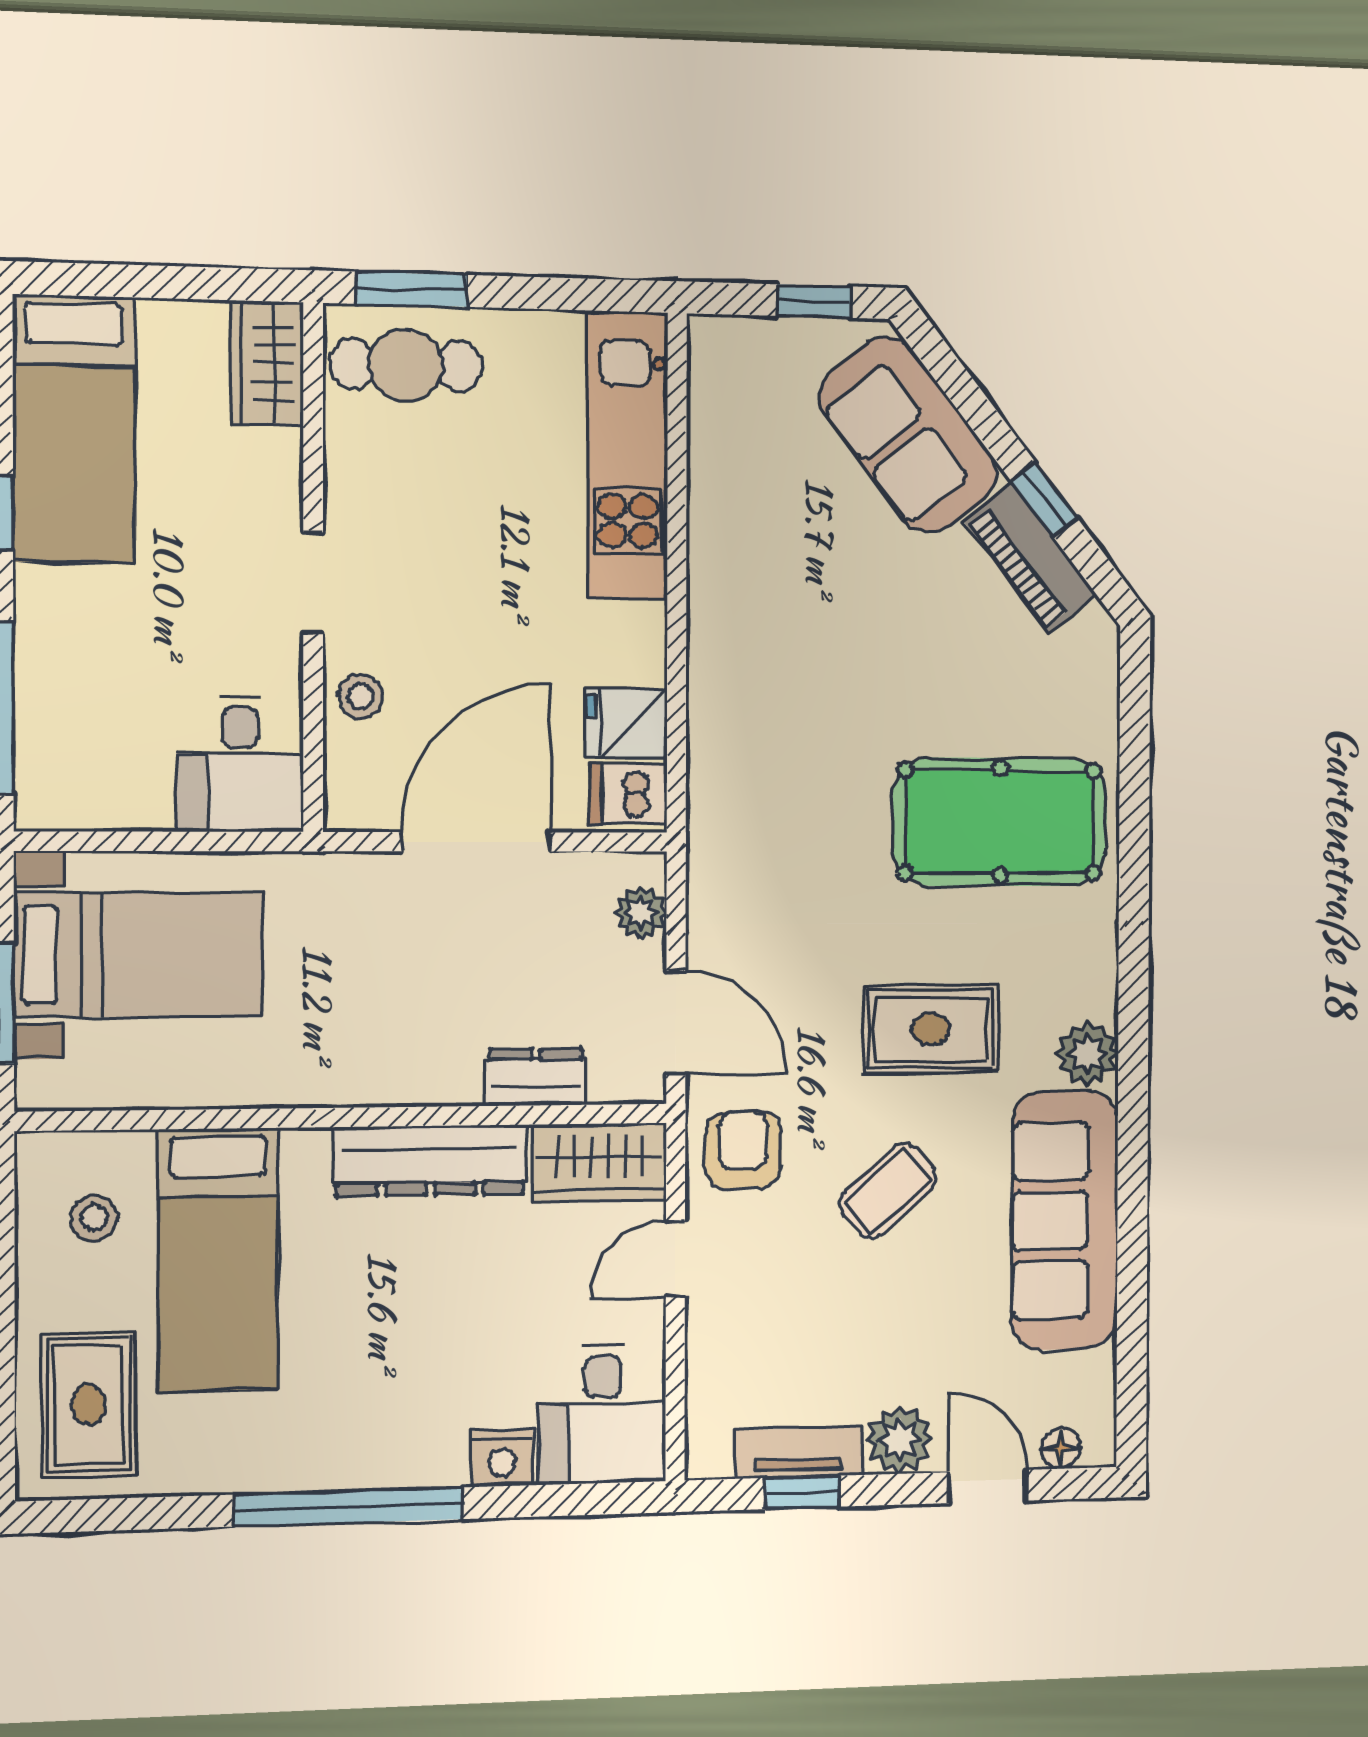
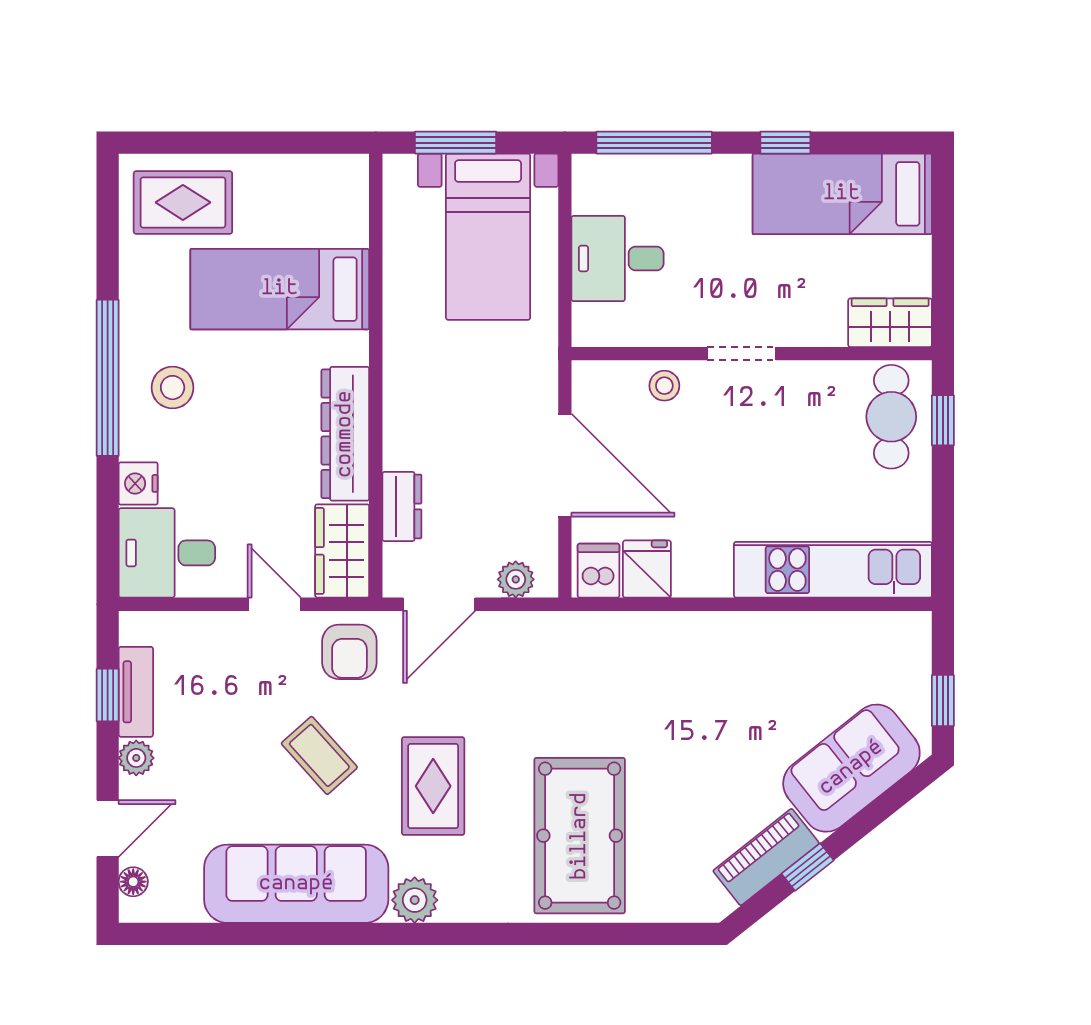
window: (411, 289) -> (943, 420), width x0.67
desk: (240, 764) -> (618, 258), moved
armchair: (743, 1150) -> (349, 652), turned 90
stool: (94, 1218) -> (173, 388), moved, width x1.37, depth x1.37
plant: (900, 1440) -> (136, 758), width x0.73, depth x0.73

